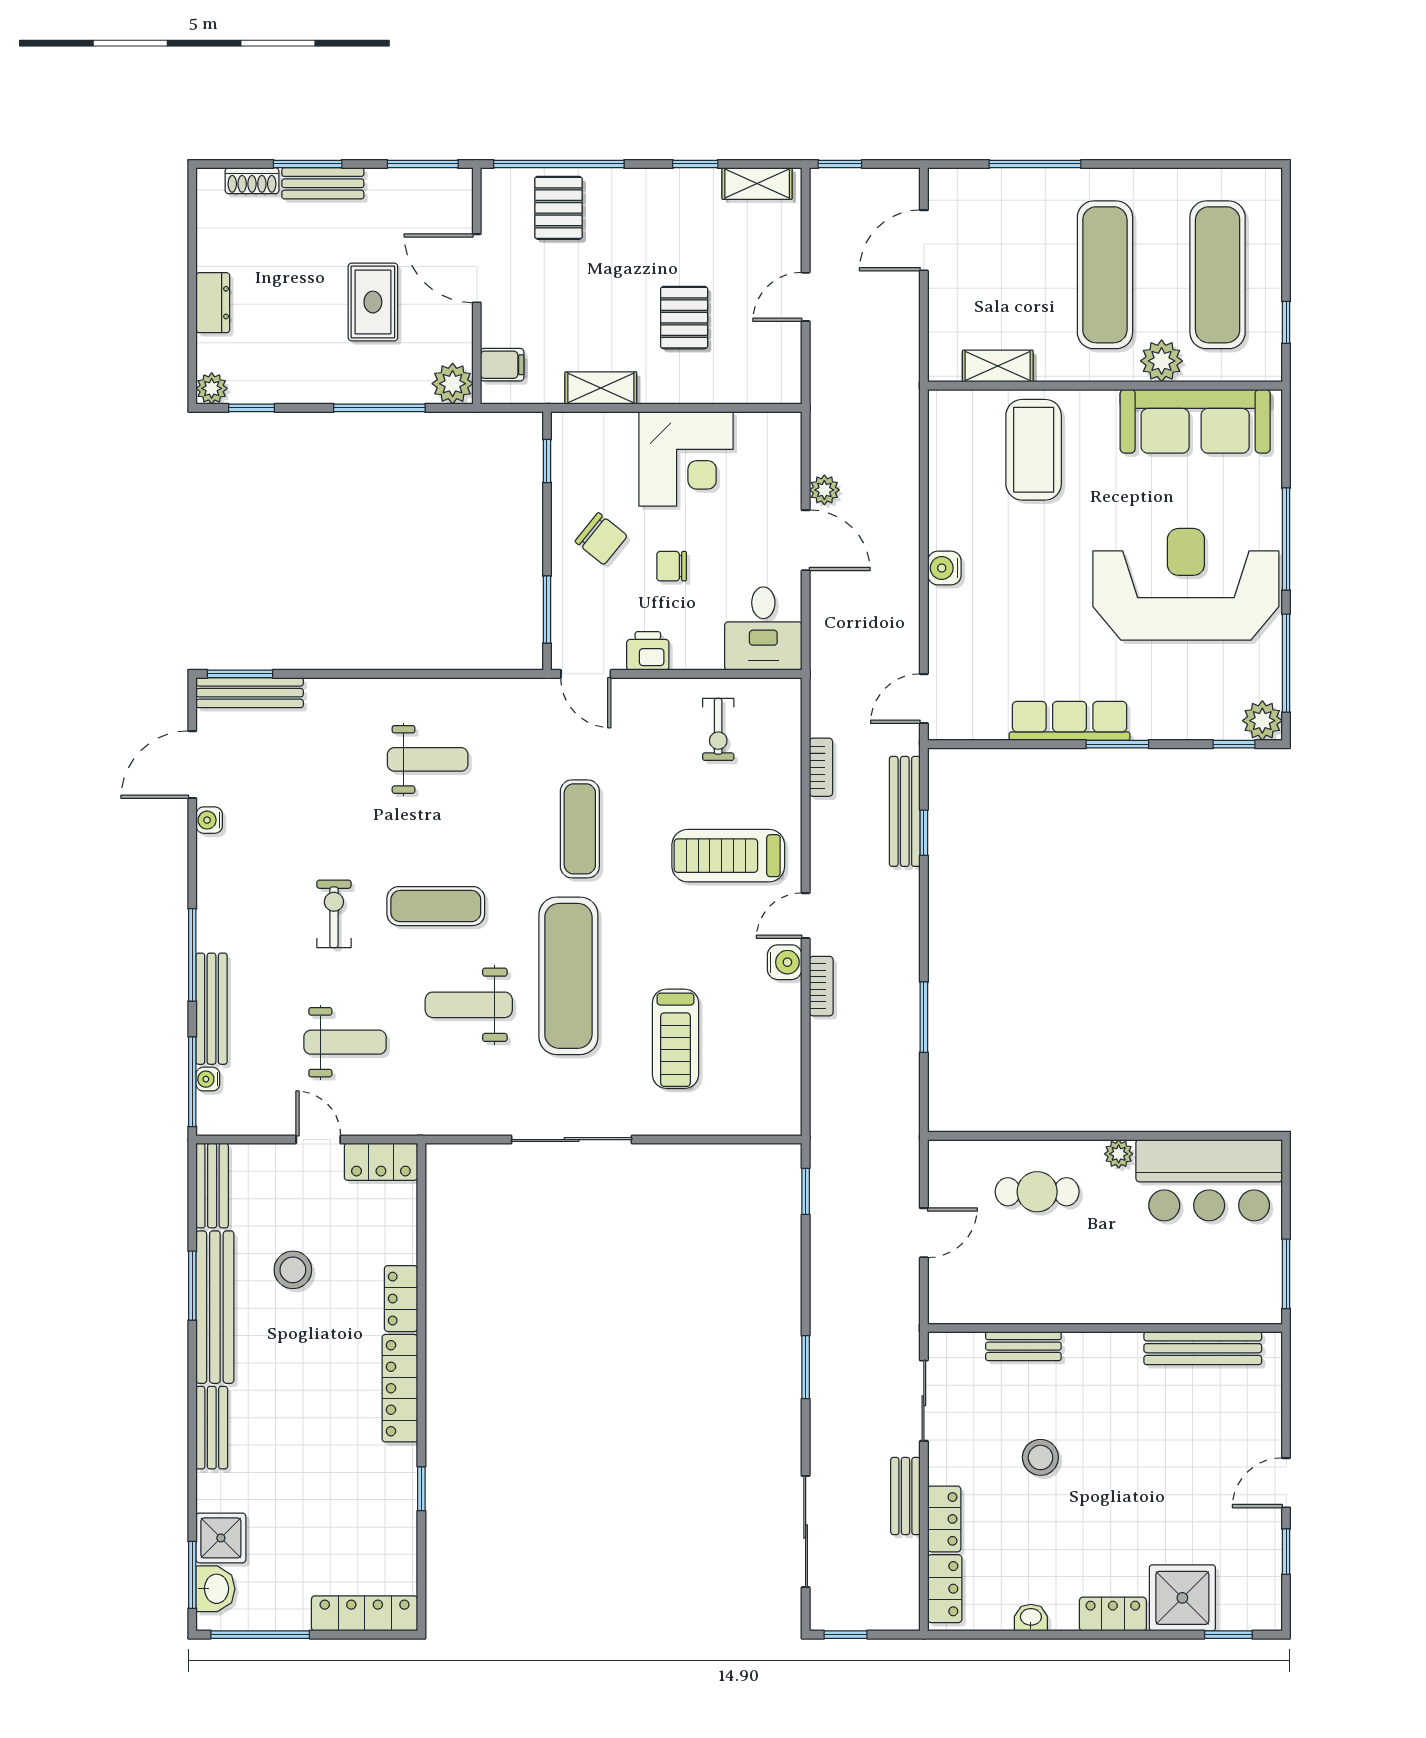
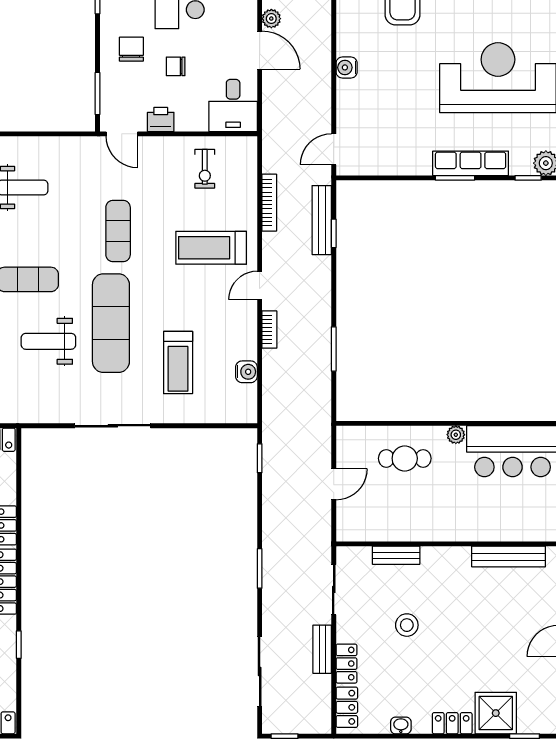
chair: (601, 539) -> (131, 49), turned -129
row of seats: (1070, 721) -> (471, 163), moved
bookcase: (821, 767) -> (269, 203), width x1.56
water cooler: (785, 962) -> (246, 372), moved

